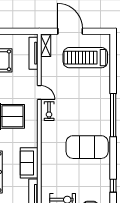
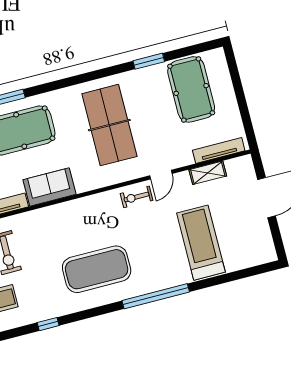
shelving: (46, 46) -> (208, 173), moved
treadmill: (85, 58) -> (201, 243), moved
exercise mat: (87, 147) -> (97, 269), turned 90

